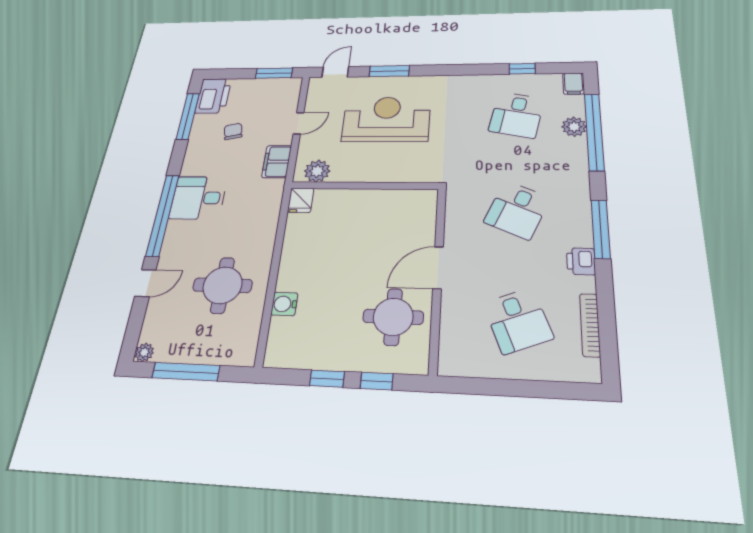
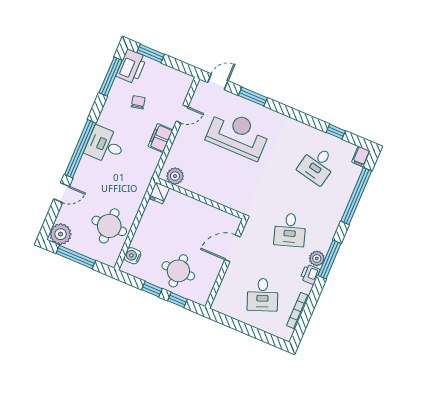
window: (274, 73) -> (151, 53), moved
plant: (574, 127) -> (317, 258), moved
plant: (317, 171) -> (175, 176), moved
wall: (364, 186) -> (200, 198), moved
fridge: (301, 200) -> (159, 193), moved
desk: (517, 210) -> (290, 230), turned -42
round table: (223, 285) -> (109, 226), moved
water cooler: (284, 304) -> (132, 256), moved
round table: (393, 317) -> (178, 271), moved
plant: (144, 352) -> (61, 234), width x1.87, depth x1.87

